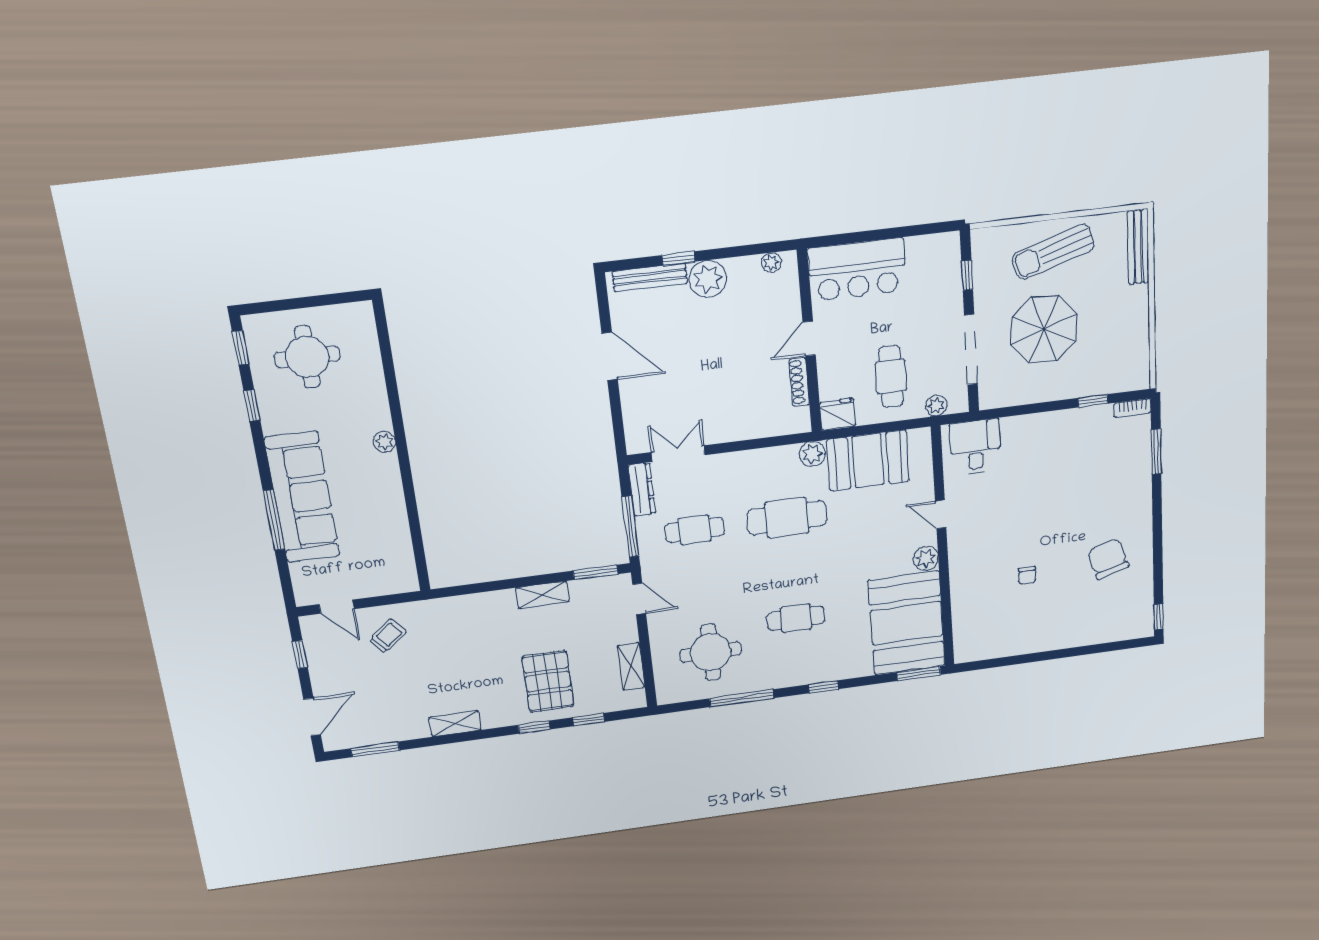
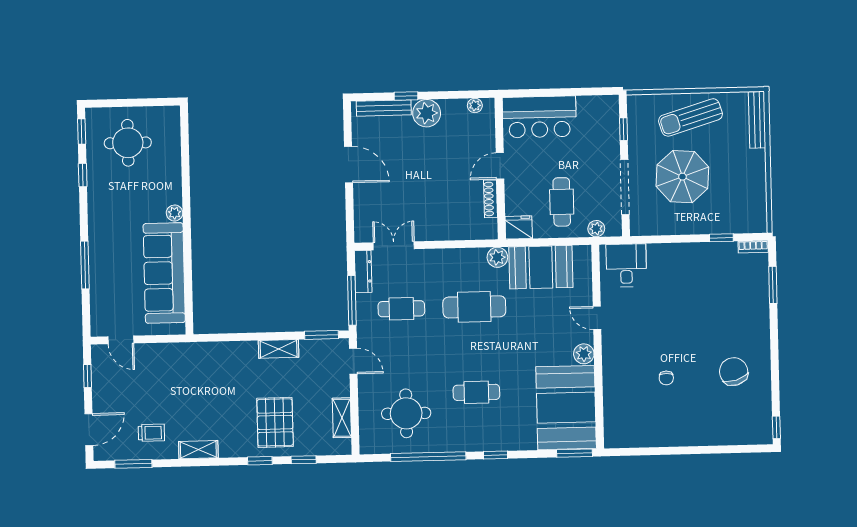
sofa: (302, 497) -> (164, 273), moved, turned 180
trolley: (388, 636) -> (151, 433), moved, turned 39
window: (742, 698) -> (428, 457), width x1.46

